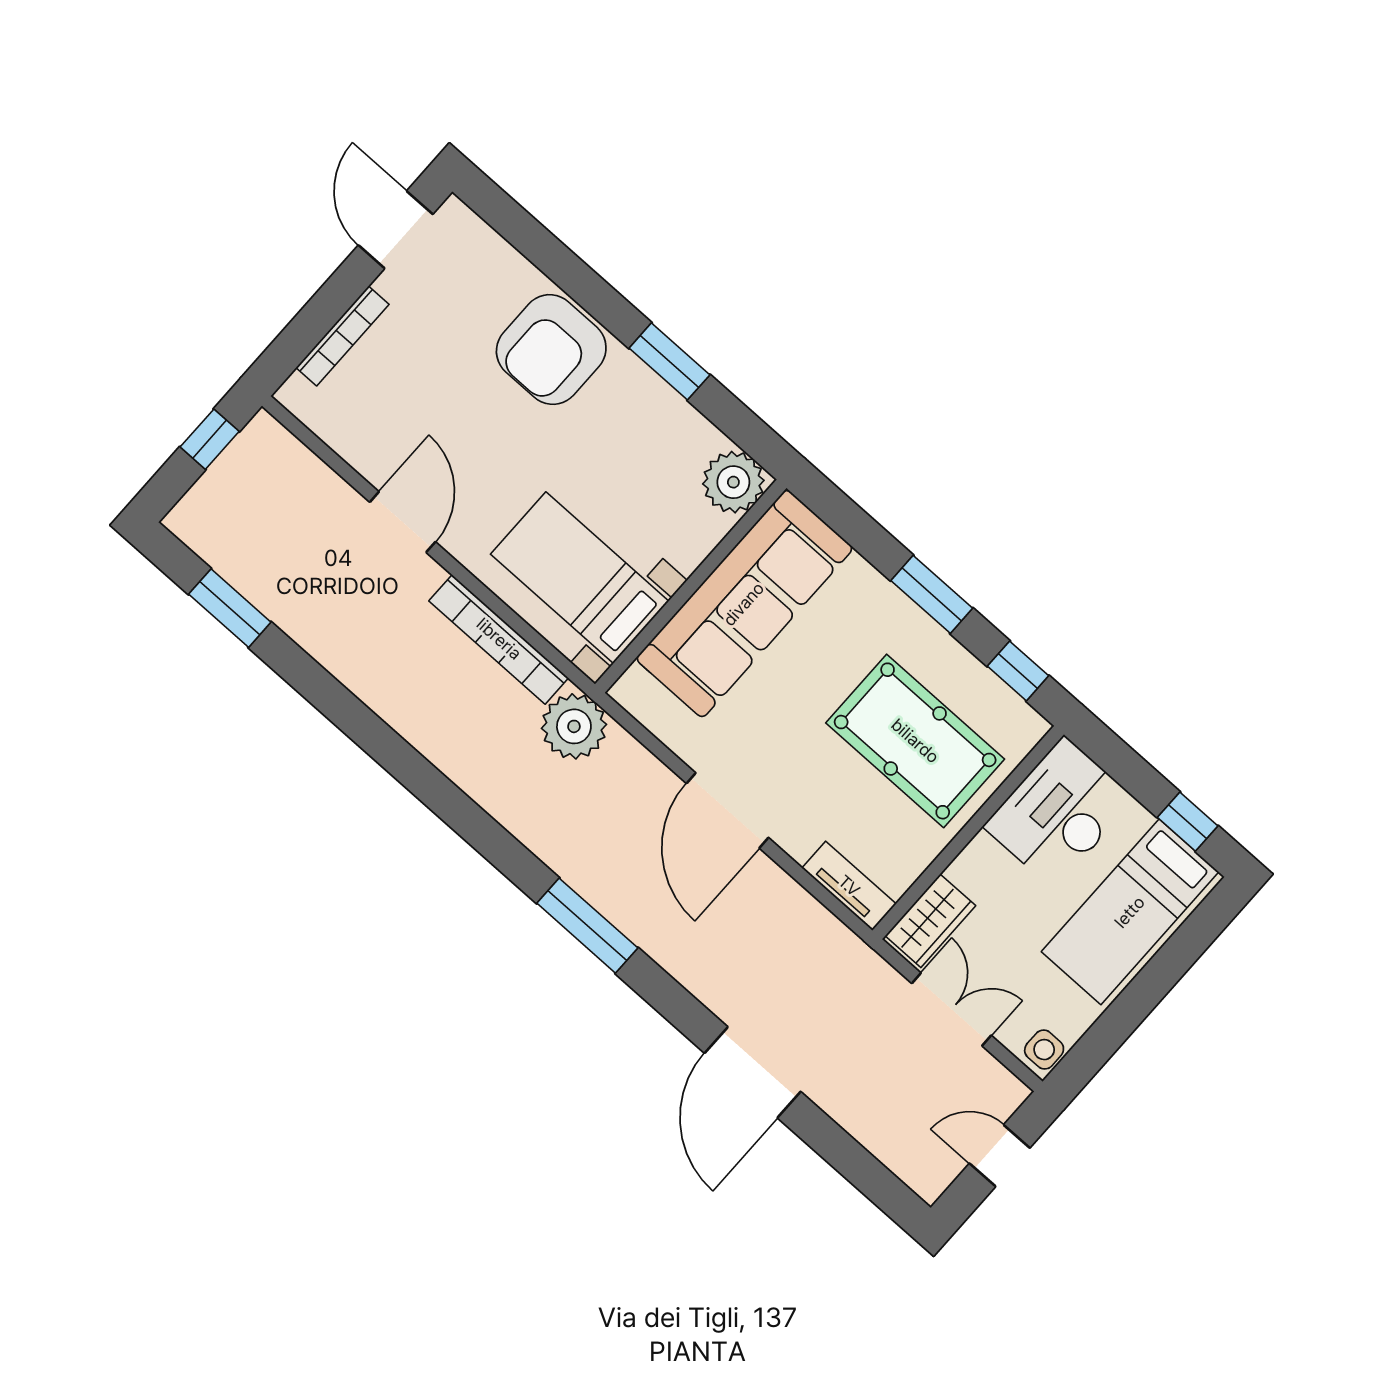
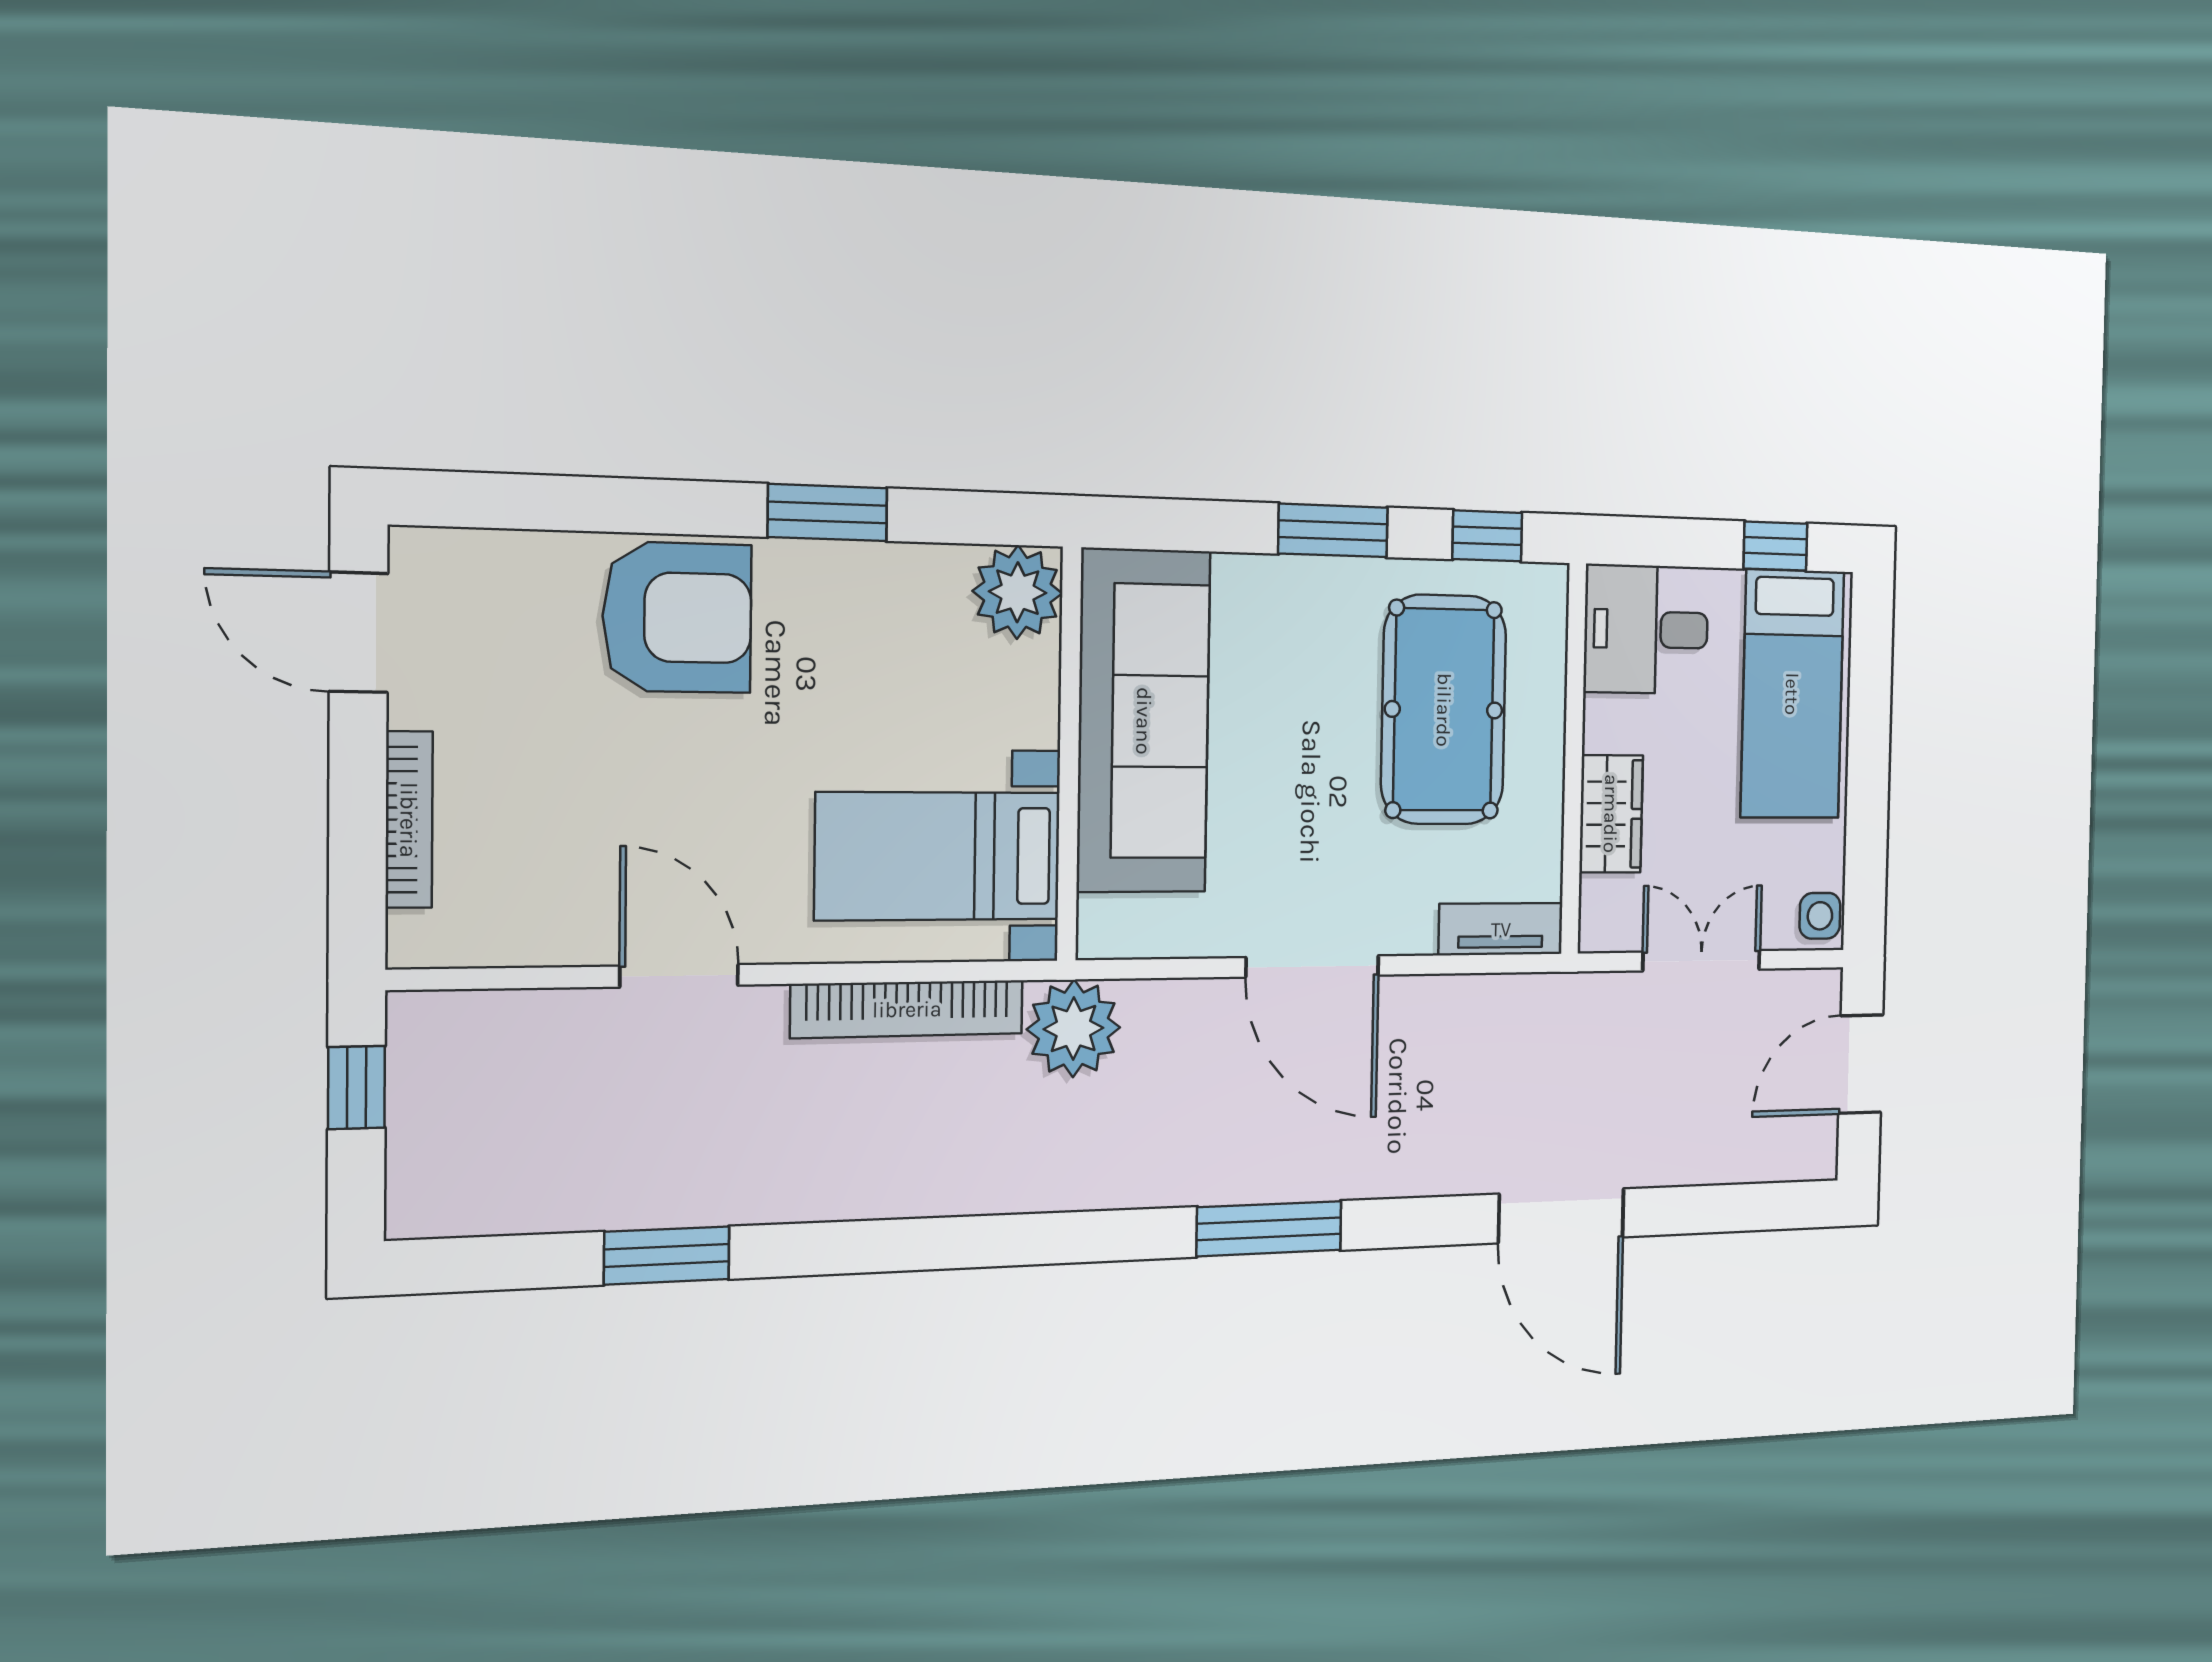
armchair: (551, 350) -> (677, 617), turned -90
window: (230, 608) -> (667, 1256), moved
pool table: (915, 741) -> (1444, 710), turned 90
desk: (1059, 813) -> (1646, 629), width x0.73
wardrobe: (930, 921) -> (1611, 814), moved
door: (1000, 1156) -> (1861, 1064), width x1.38

